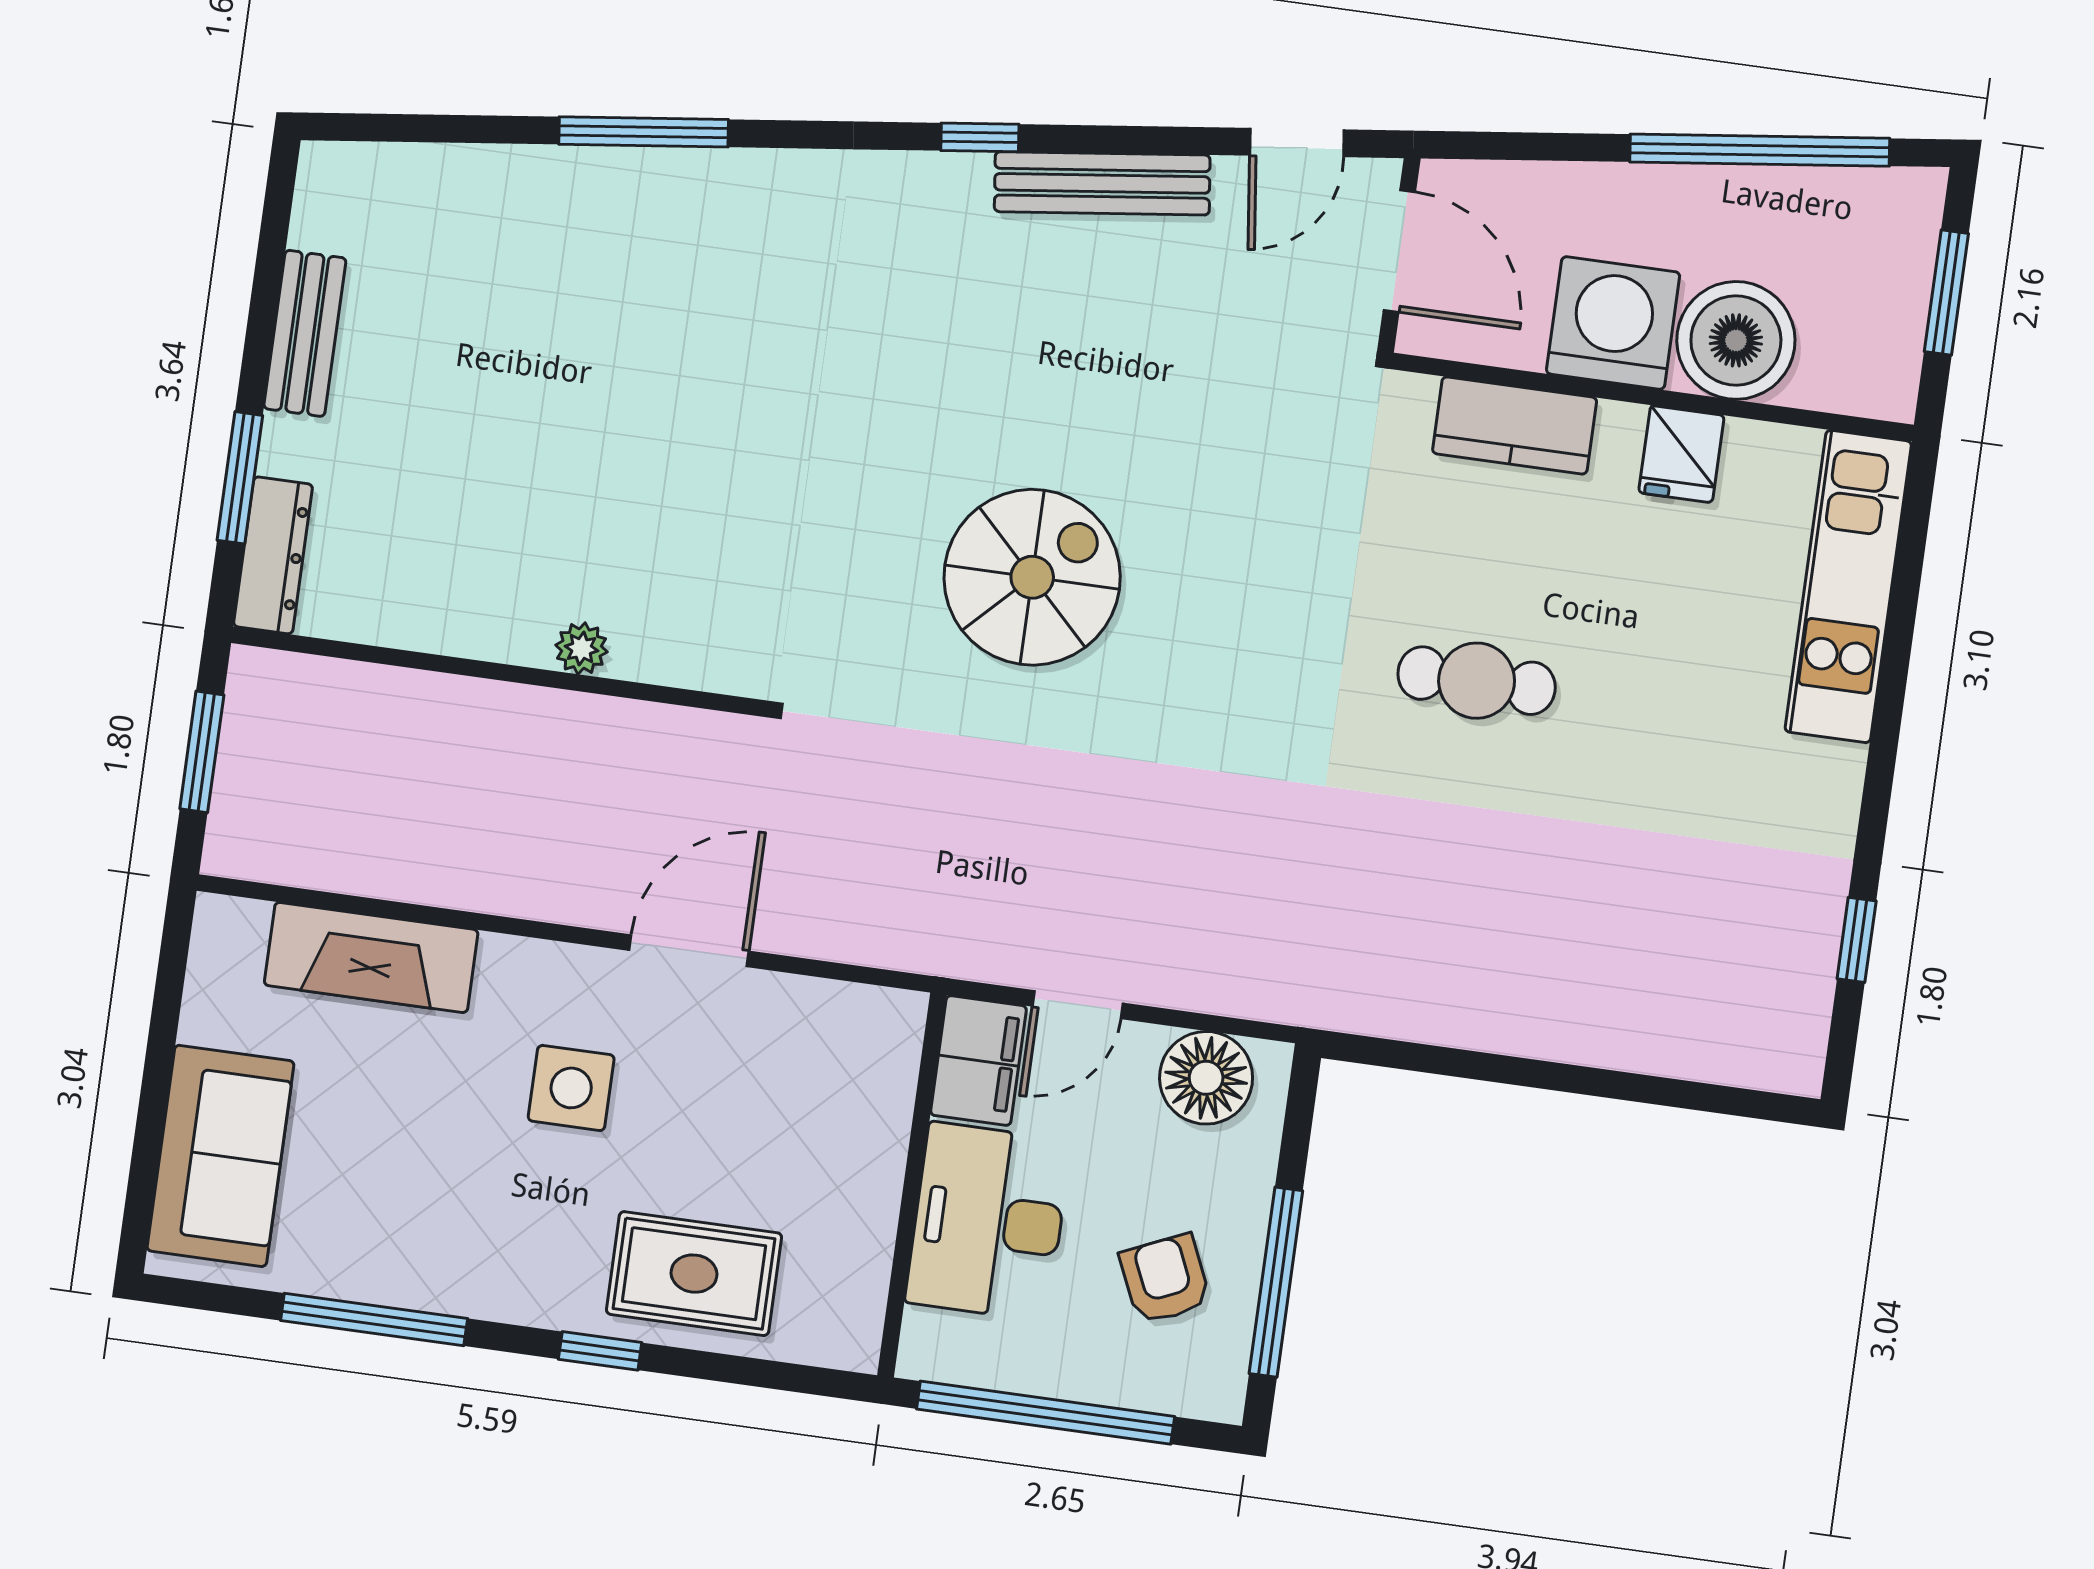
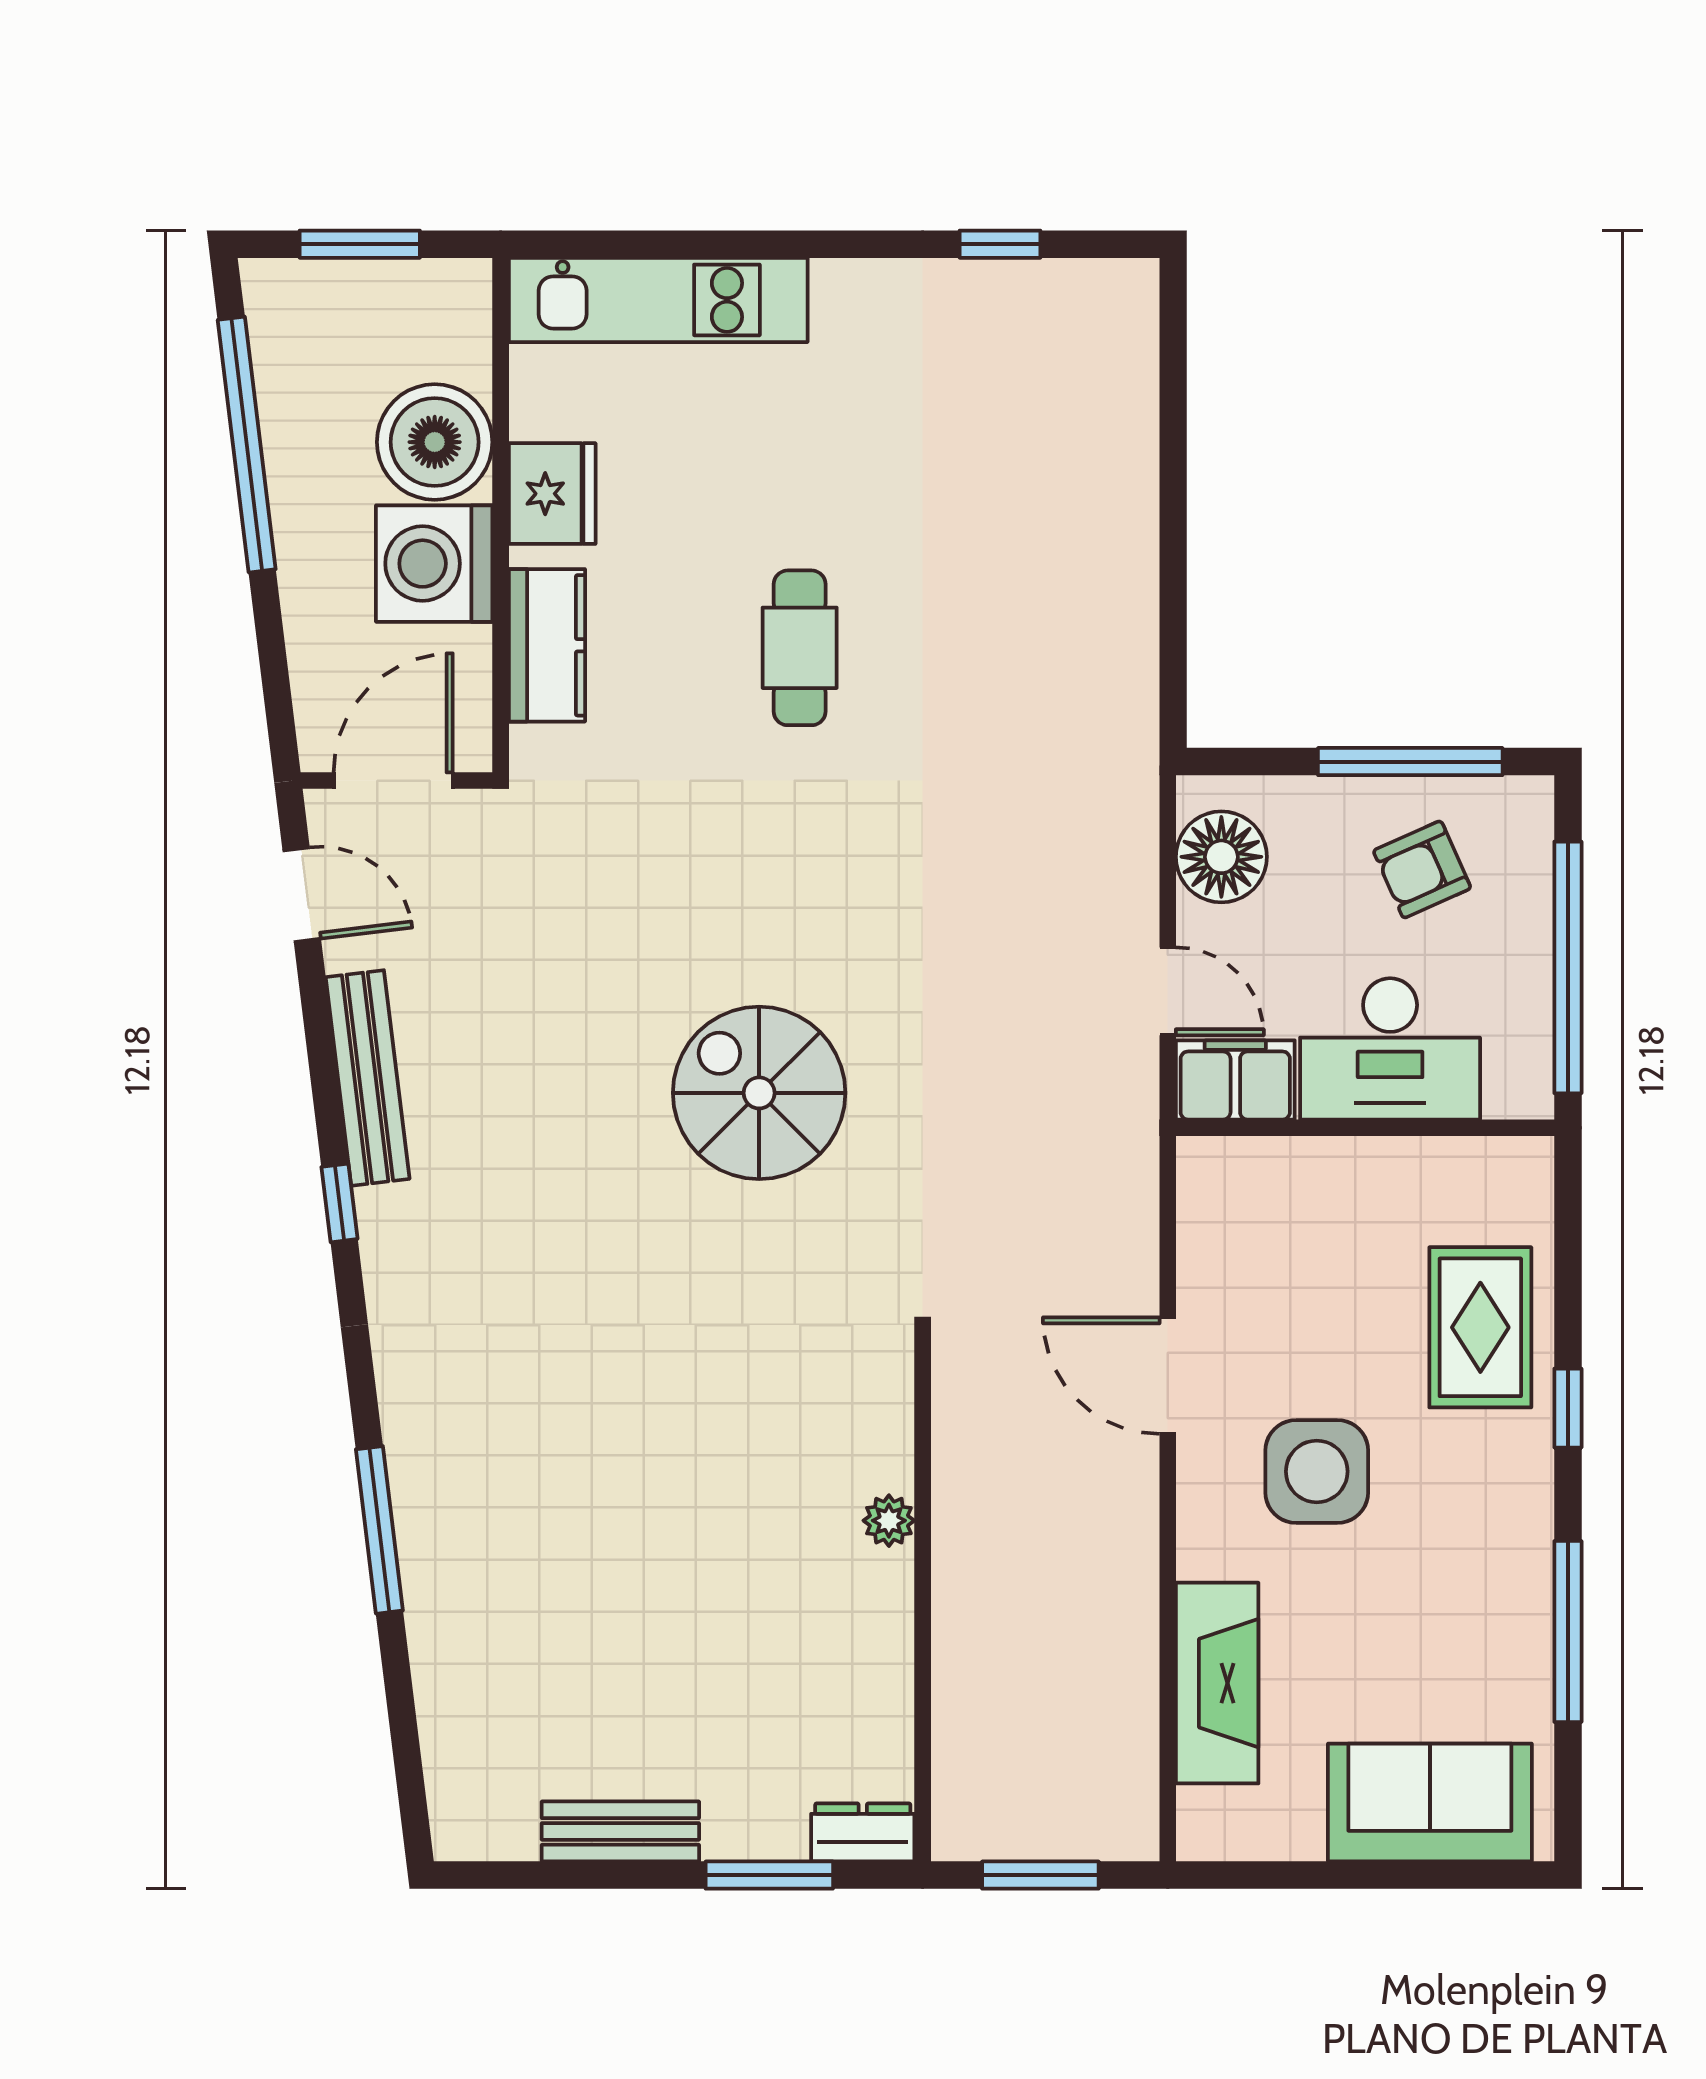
fridge: (1681, 454) -> (552, 494), width x1.38
dresser: (273, 555) -> (863, 1832), width x0.70
side table: (571, 1088) -> (1317, 1471), width x1.37, depth x1.37

